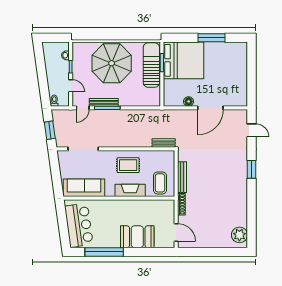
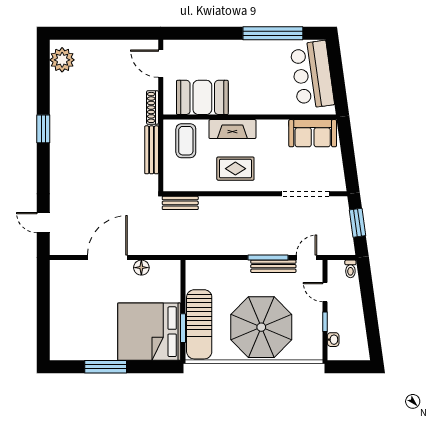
window: (252, 169) -> (43, 129), moved
sofa: (84, 188) -> (313, 133), width x0.73
booth: (137, 237) -> (202, 97), moved

